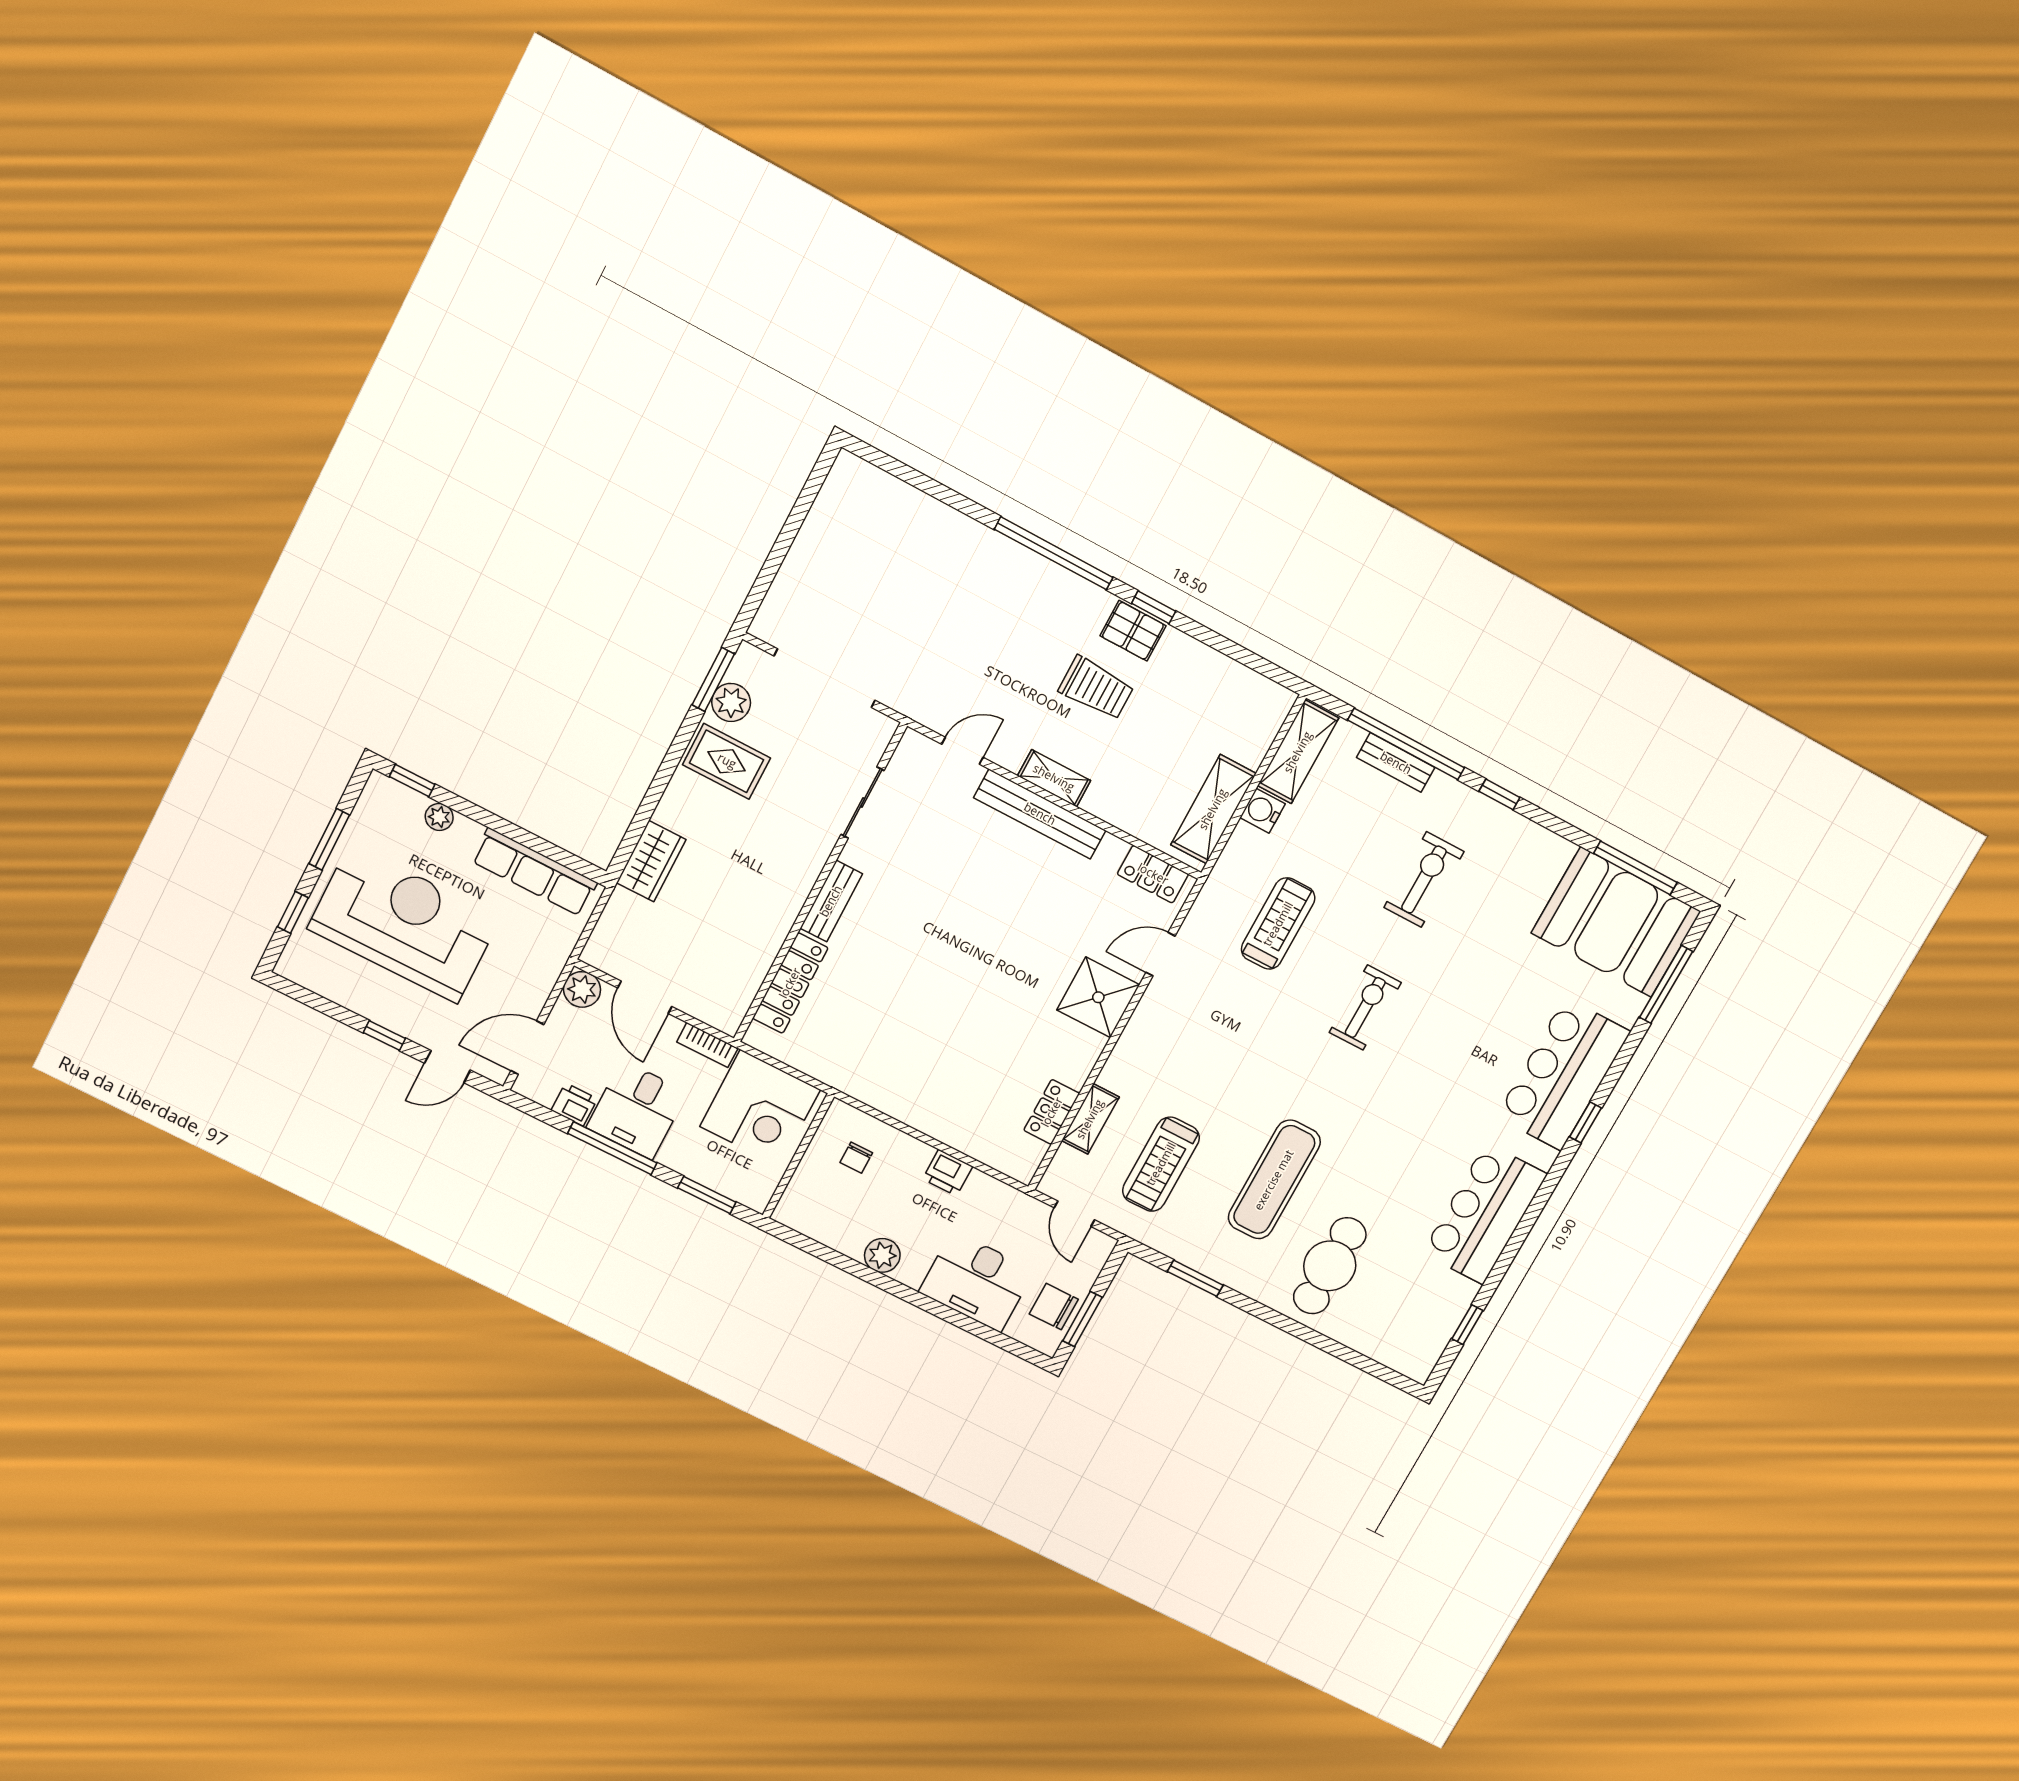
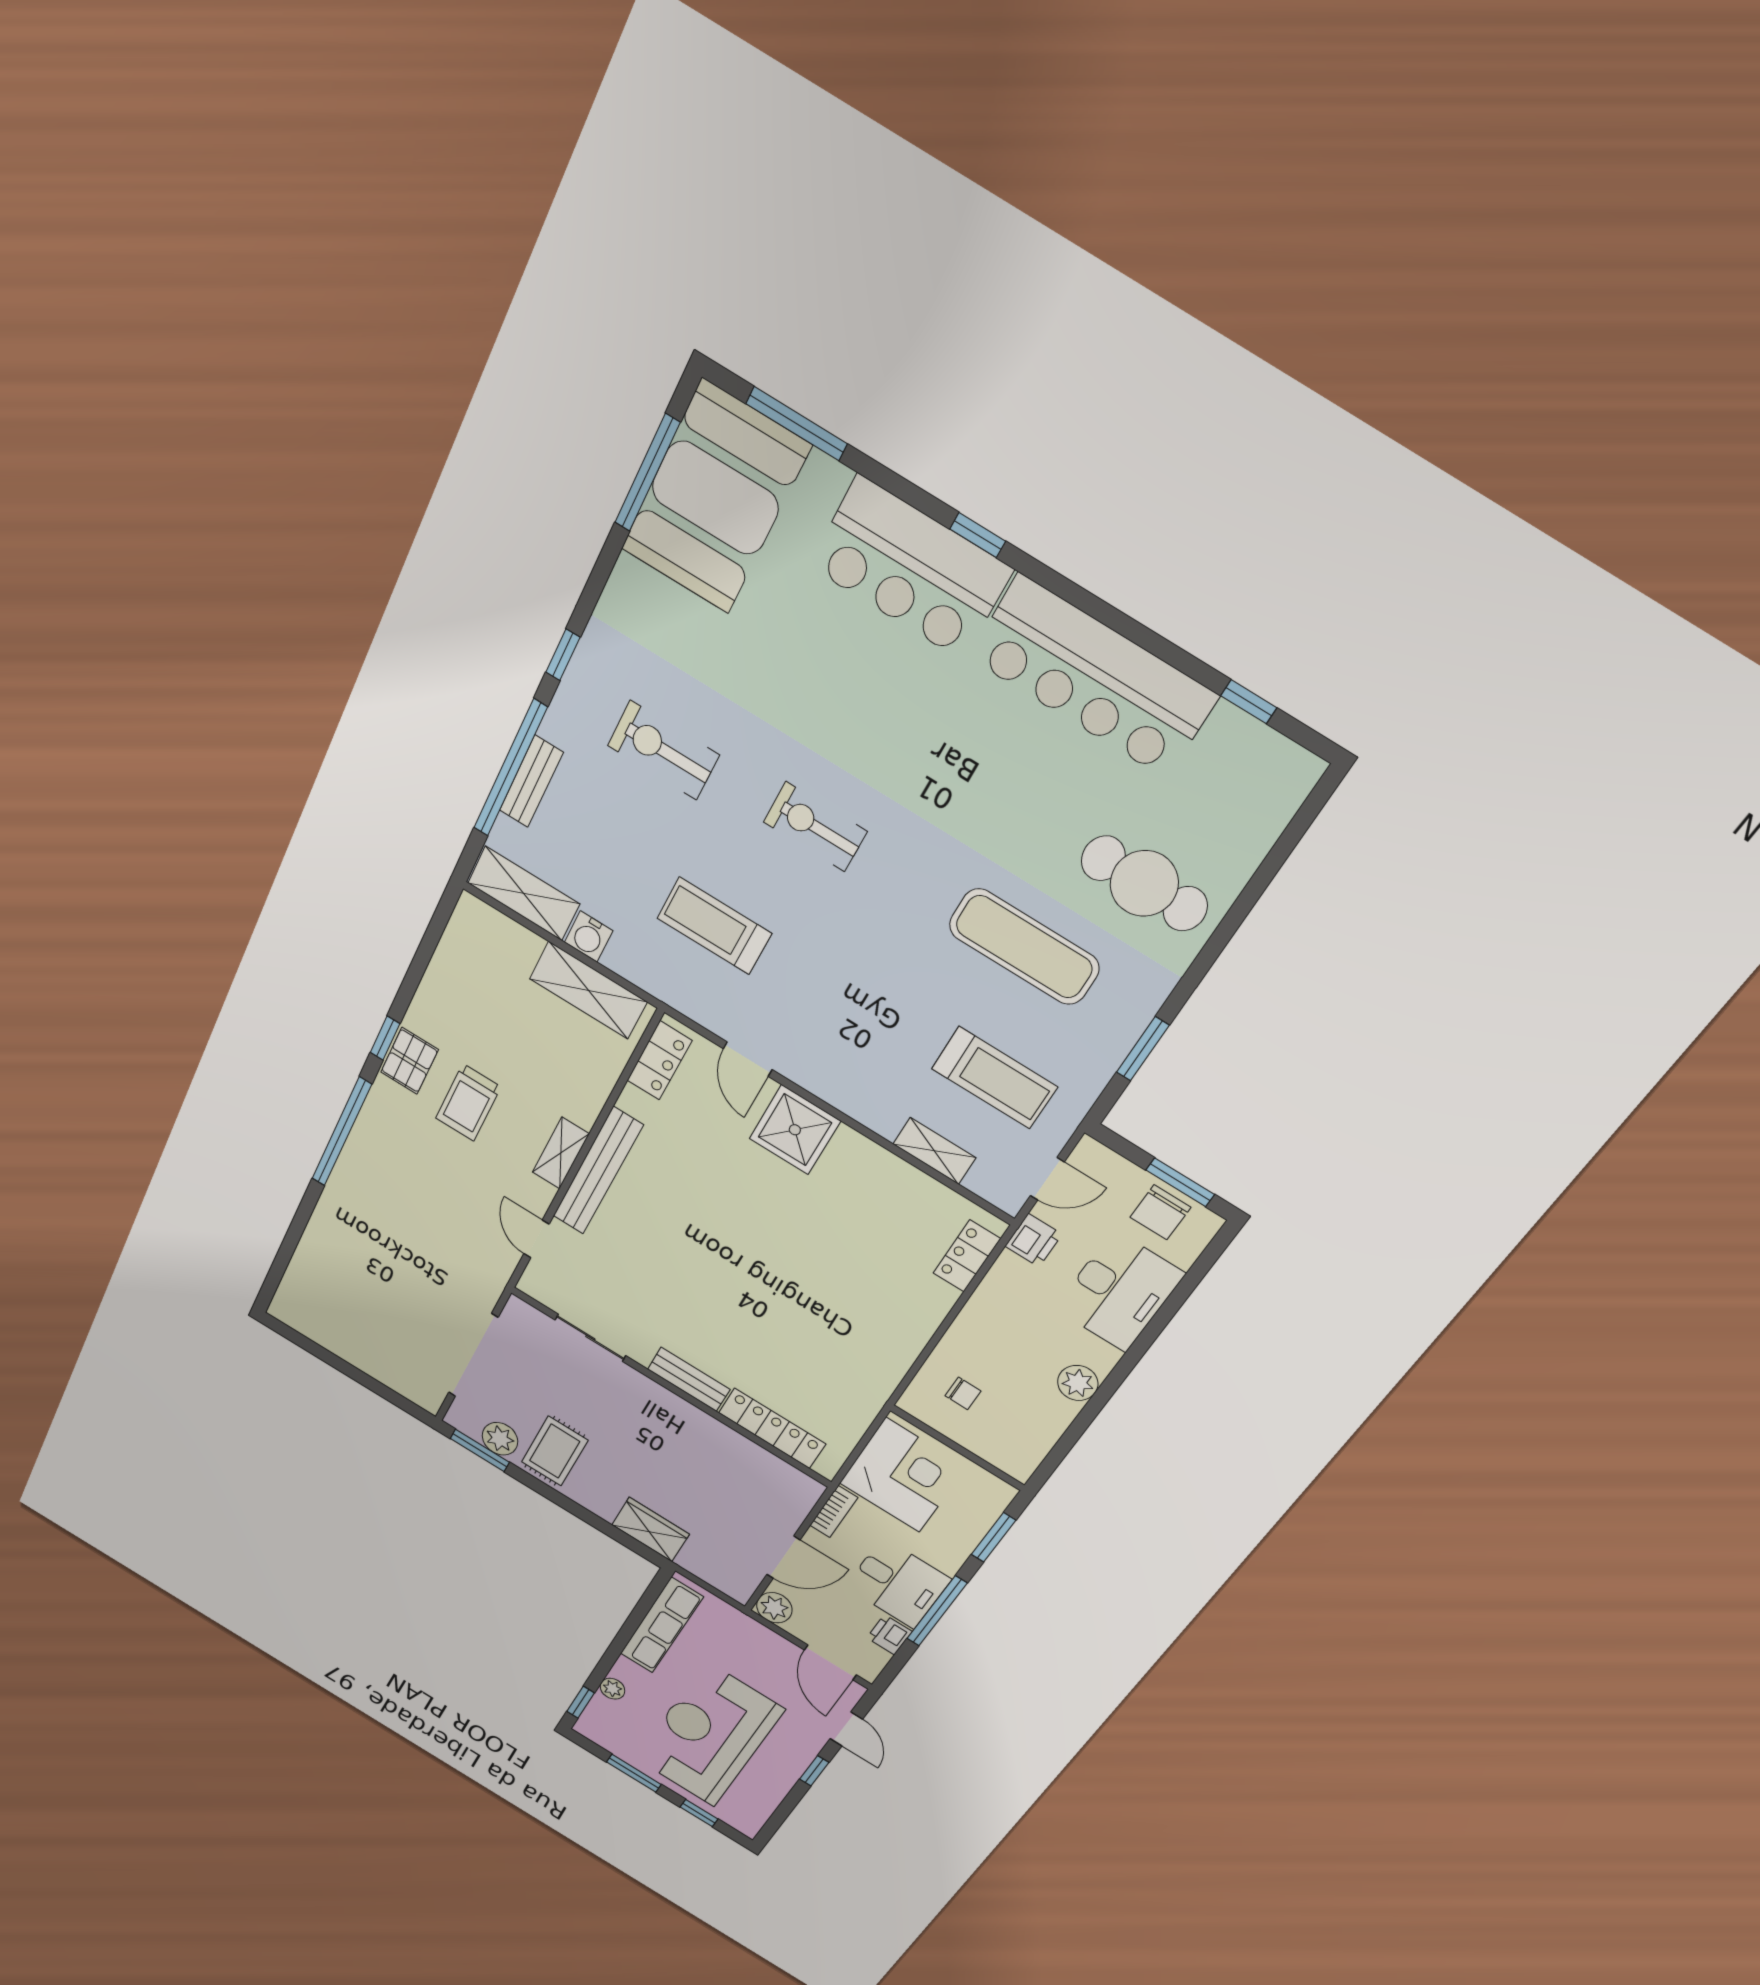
trolley: (1096, 688) -> (468, 1103), turned 180
locker: (1052, 1112) -> (967, 1256), moved, turned 90
printer: (948, 1173) -> (1034, 1240), moved
bar counter: (1484, 1214) -> (1093, 677), width x1.36

